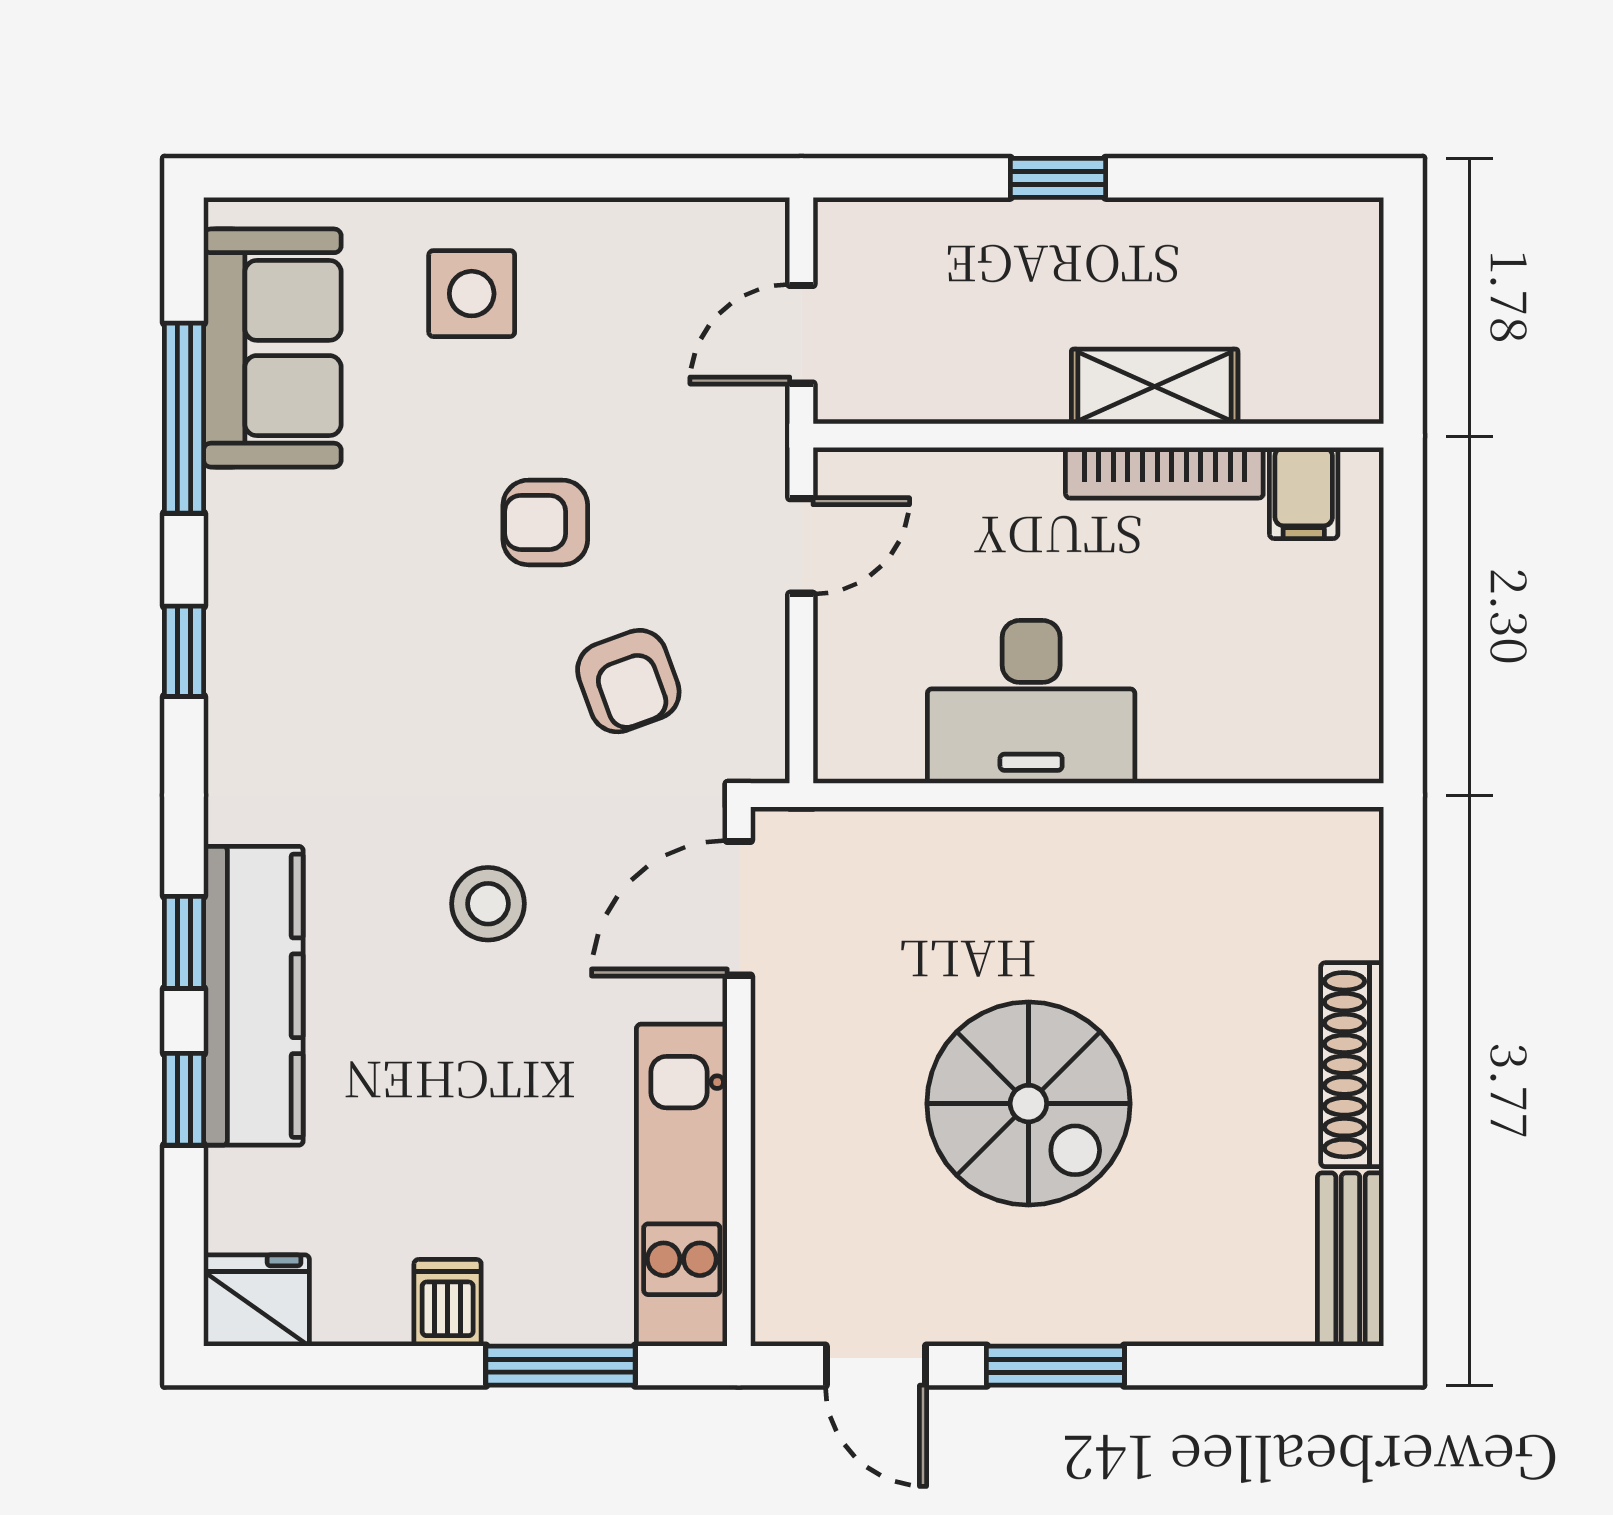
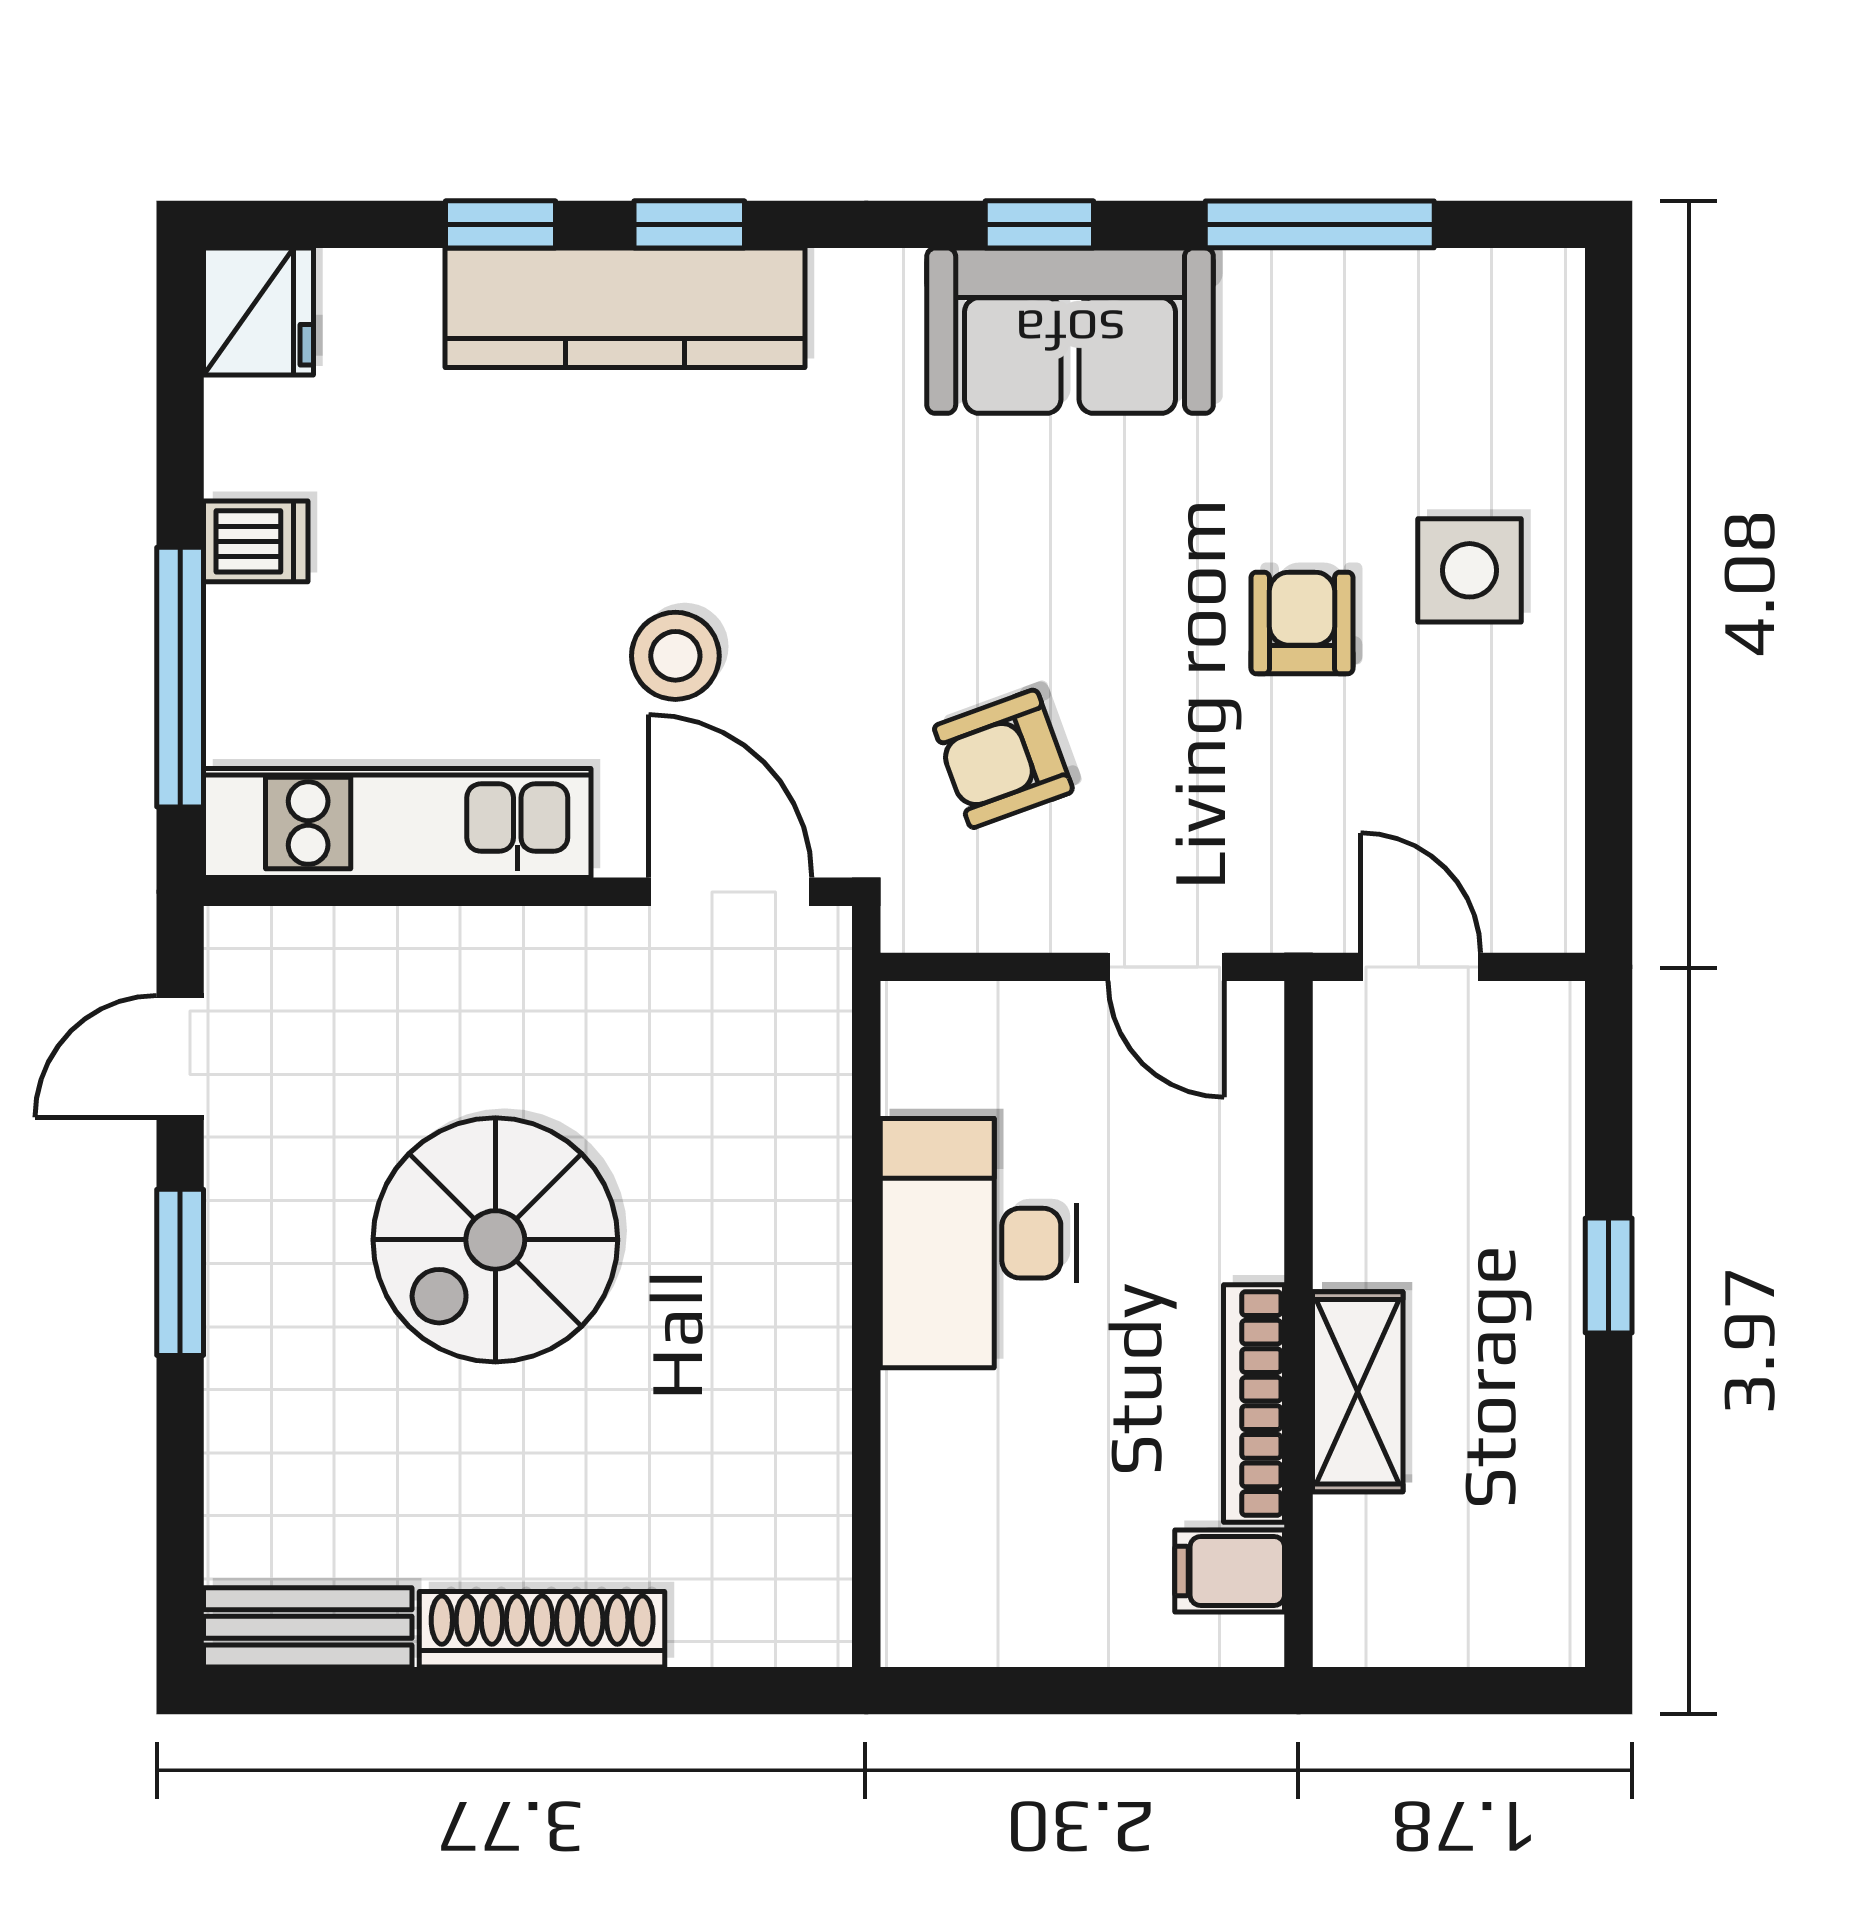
sofa: (272, 348) -> (1070, 331), moved
armchair: (545, 522) -> (1302, 623), moved
stool: (488, 904) -> (675, 656), moved
window: (561, 1366) -> (180, 677), width x1.44

